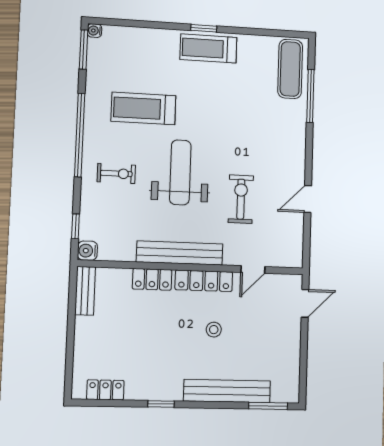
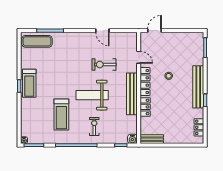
door: (305, 303) -> (155, 31), hinge flipped
bench: (227, 391) -> (198, 87), moved

